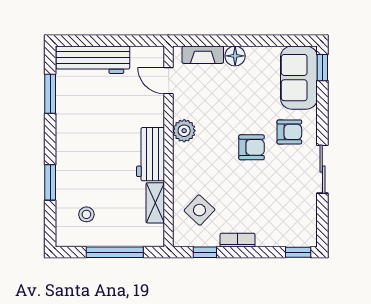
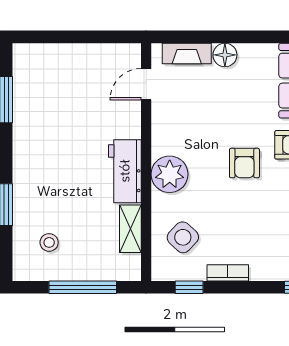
workbench: (93, 60) -> (57, 59), removed
door: (169, 81) -> (146, 84), hinge flipped
plant: (184, 131) -> (170, 174), moved, width x1.36, depth x1.36
armchair: (252, 147) -> (244, 163), turned 90

